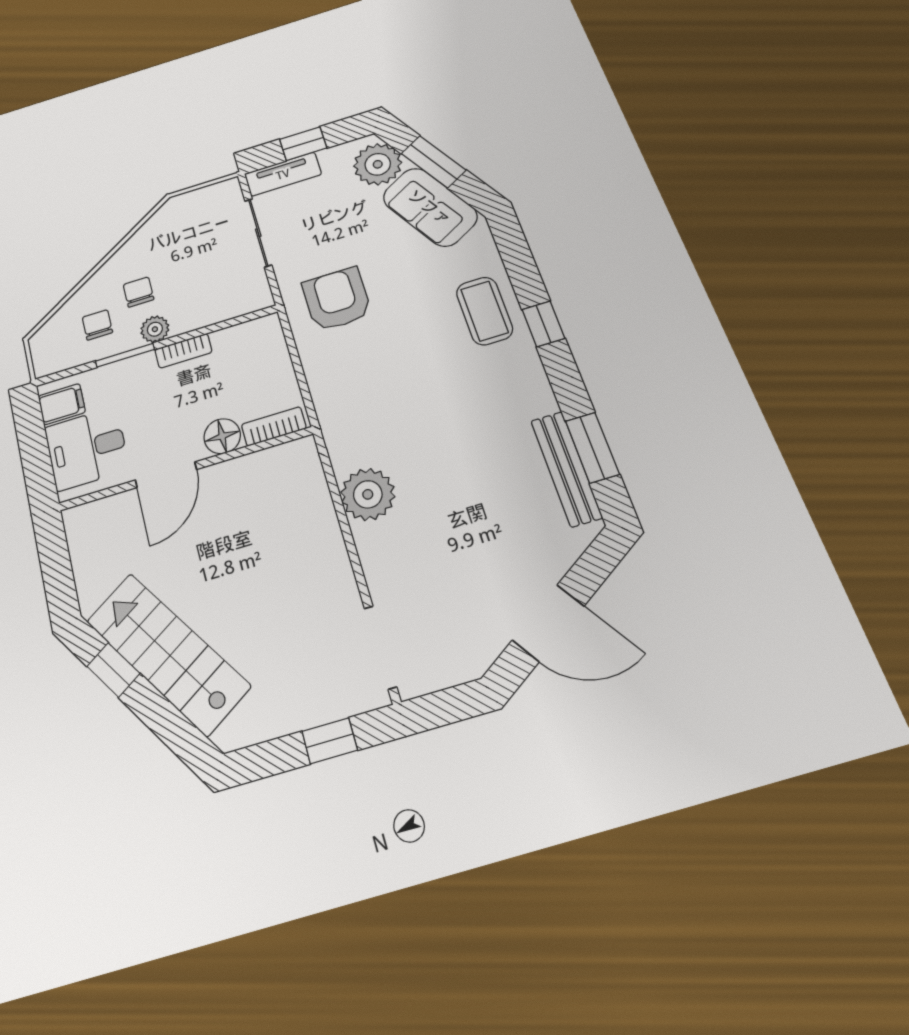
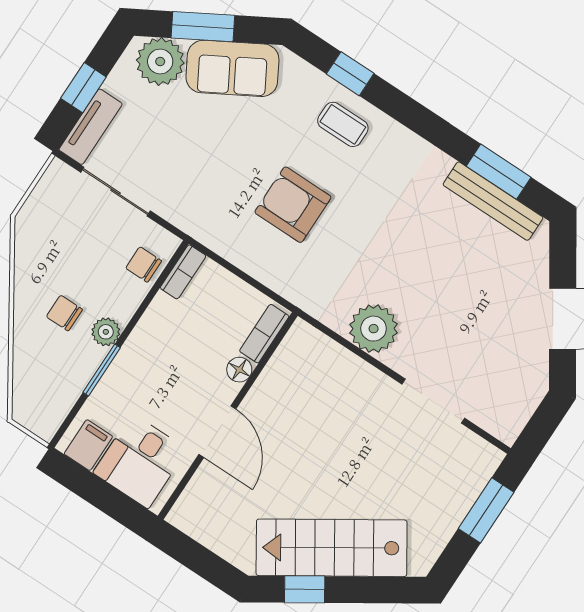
armchair: (337, 299) -> (293, 205), moved
coffee table: (484, 311) -> (343, 124), width x0.73, depth x0.77
window: (543, 324) -> (350, 74), moved
chair: (97, 325) -> (144, 264), moved
bookcase: (183, 351) -> (183, 272), moved
floor lamp: (222, 436) -> (239, 370), width x0.73, depth x0.73
doorway: (380, 647) -> (433, 401), moved
window: (330, 741) -> (486, 510), width x1.50

